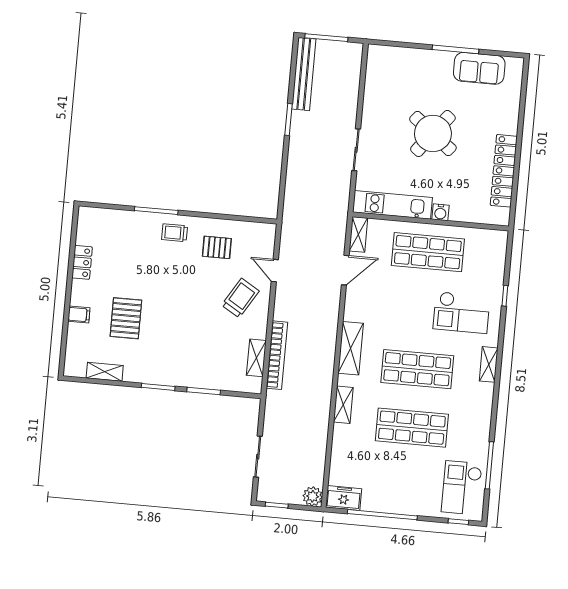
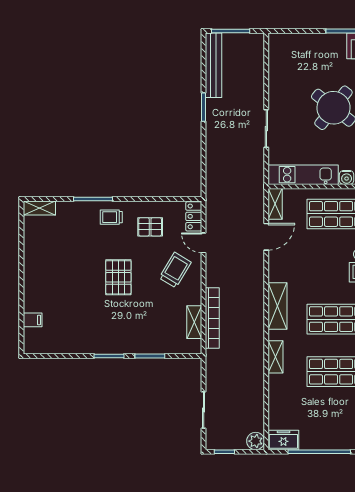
locker: (82, 262) -> (194, 216), moved, turned 180
filing cabinet: (79, 315) -> (33, 320), moved
pallet: (126, 318) -> (118, 277), moved
shelving: (105, 372) -> (39, 208), moved

